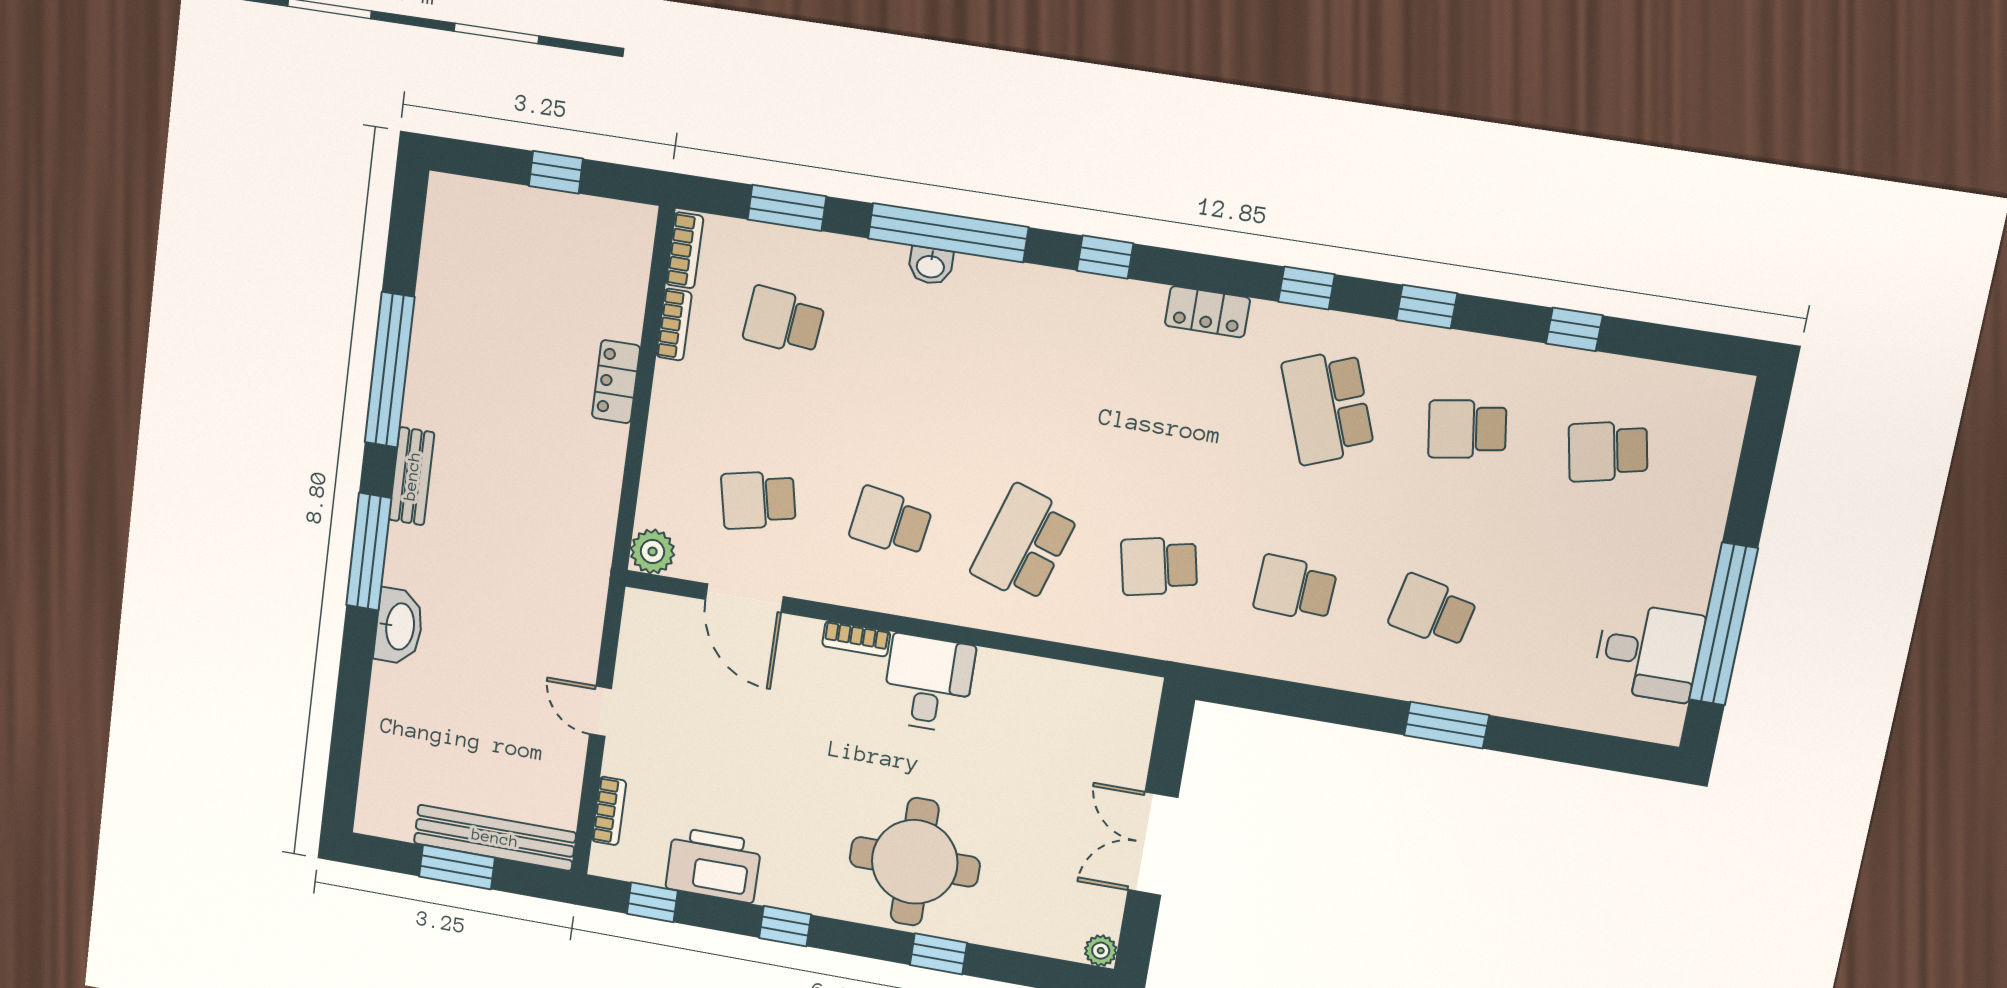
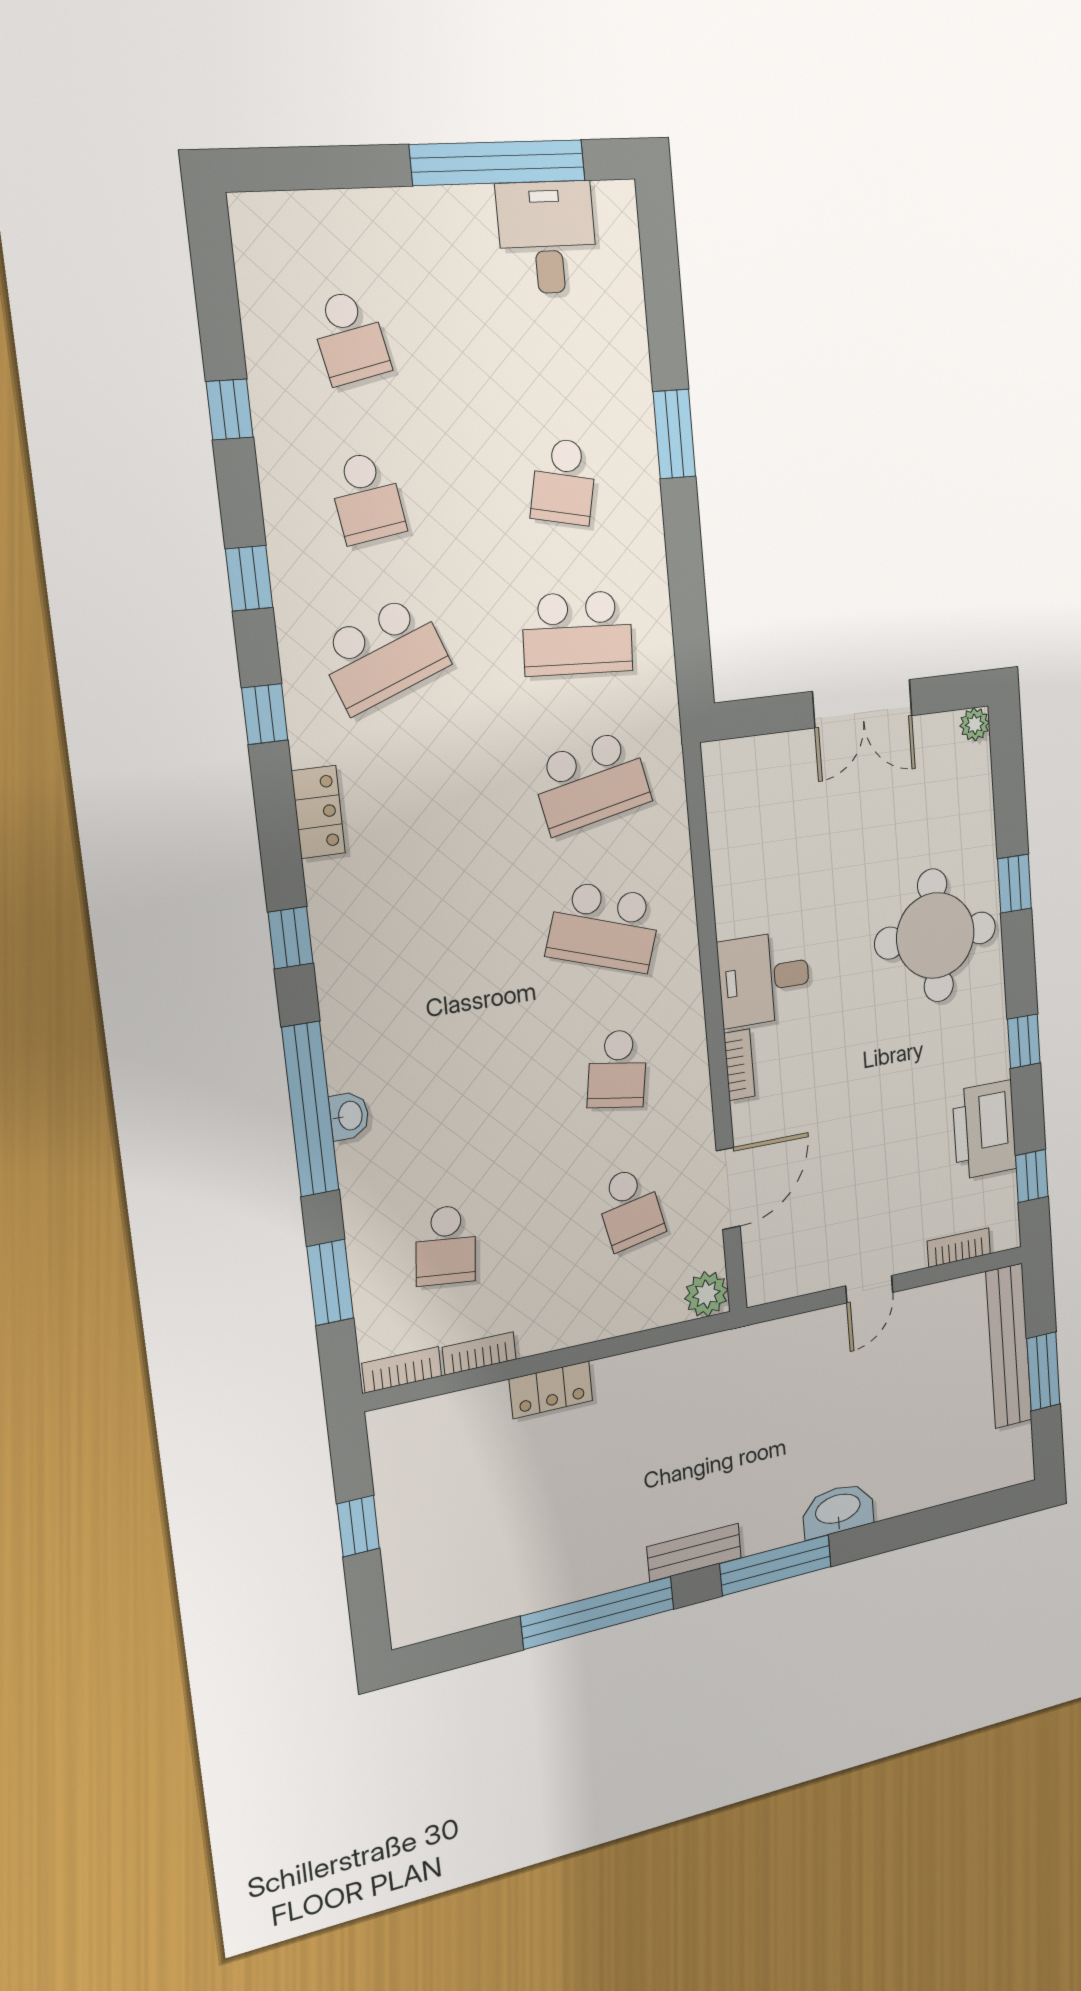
school desk: (1159, 566) -> (591, 782), width x1.85
school desk: (1295, 588) -> (578, 633), width x1.85

